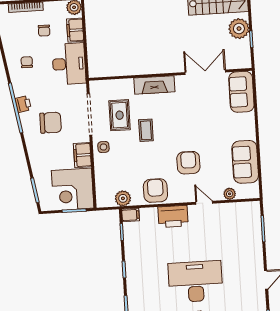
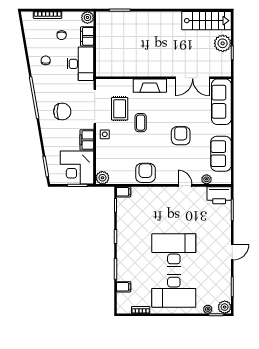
double door: (205, 72) -> (193, 78), swing flipped
sofa: (241, 92) -> (221, 102), width x1.36
printer: (23, 104) -> (40, 95), removed
armchair: (188, 163) -> (181, 136), moved
plant: (123, 198) -> (102, 178), moved
printer: (173, 216) -> (219, 195), moved

